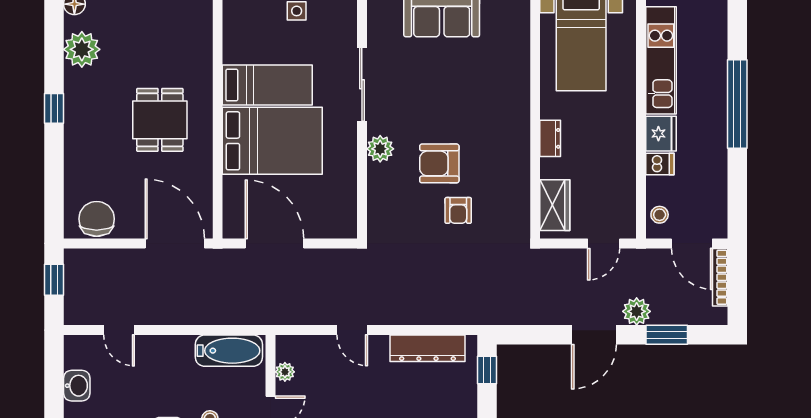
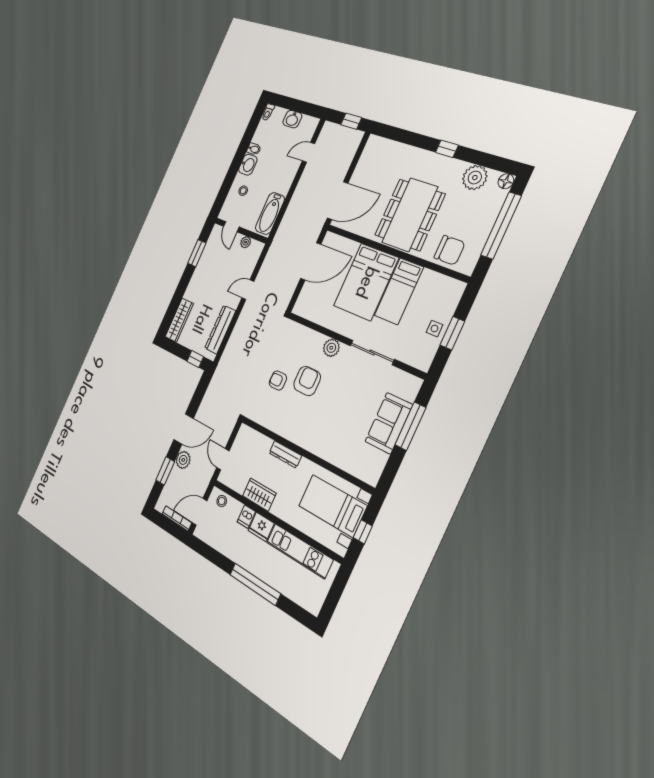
dining table: (160, 120) -> (410, 215), width x1.88, depth x1.24
dresser: (550, 138) -> (285, 454), width x1.44
wardrobe: (555, 205) -> (259, 495), moved, turned 180
chair: (97, 219) -> (449, 250), moved
door: (594, 335) -> (184, 429), swing flipped

